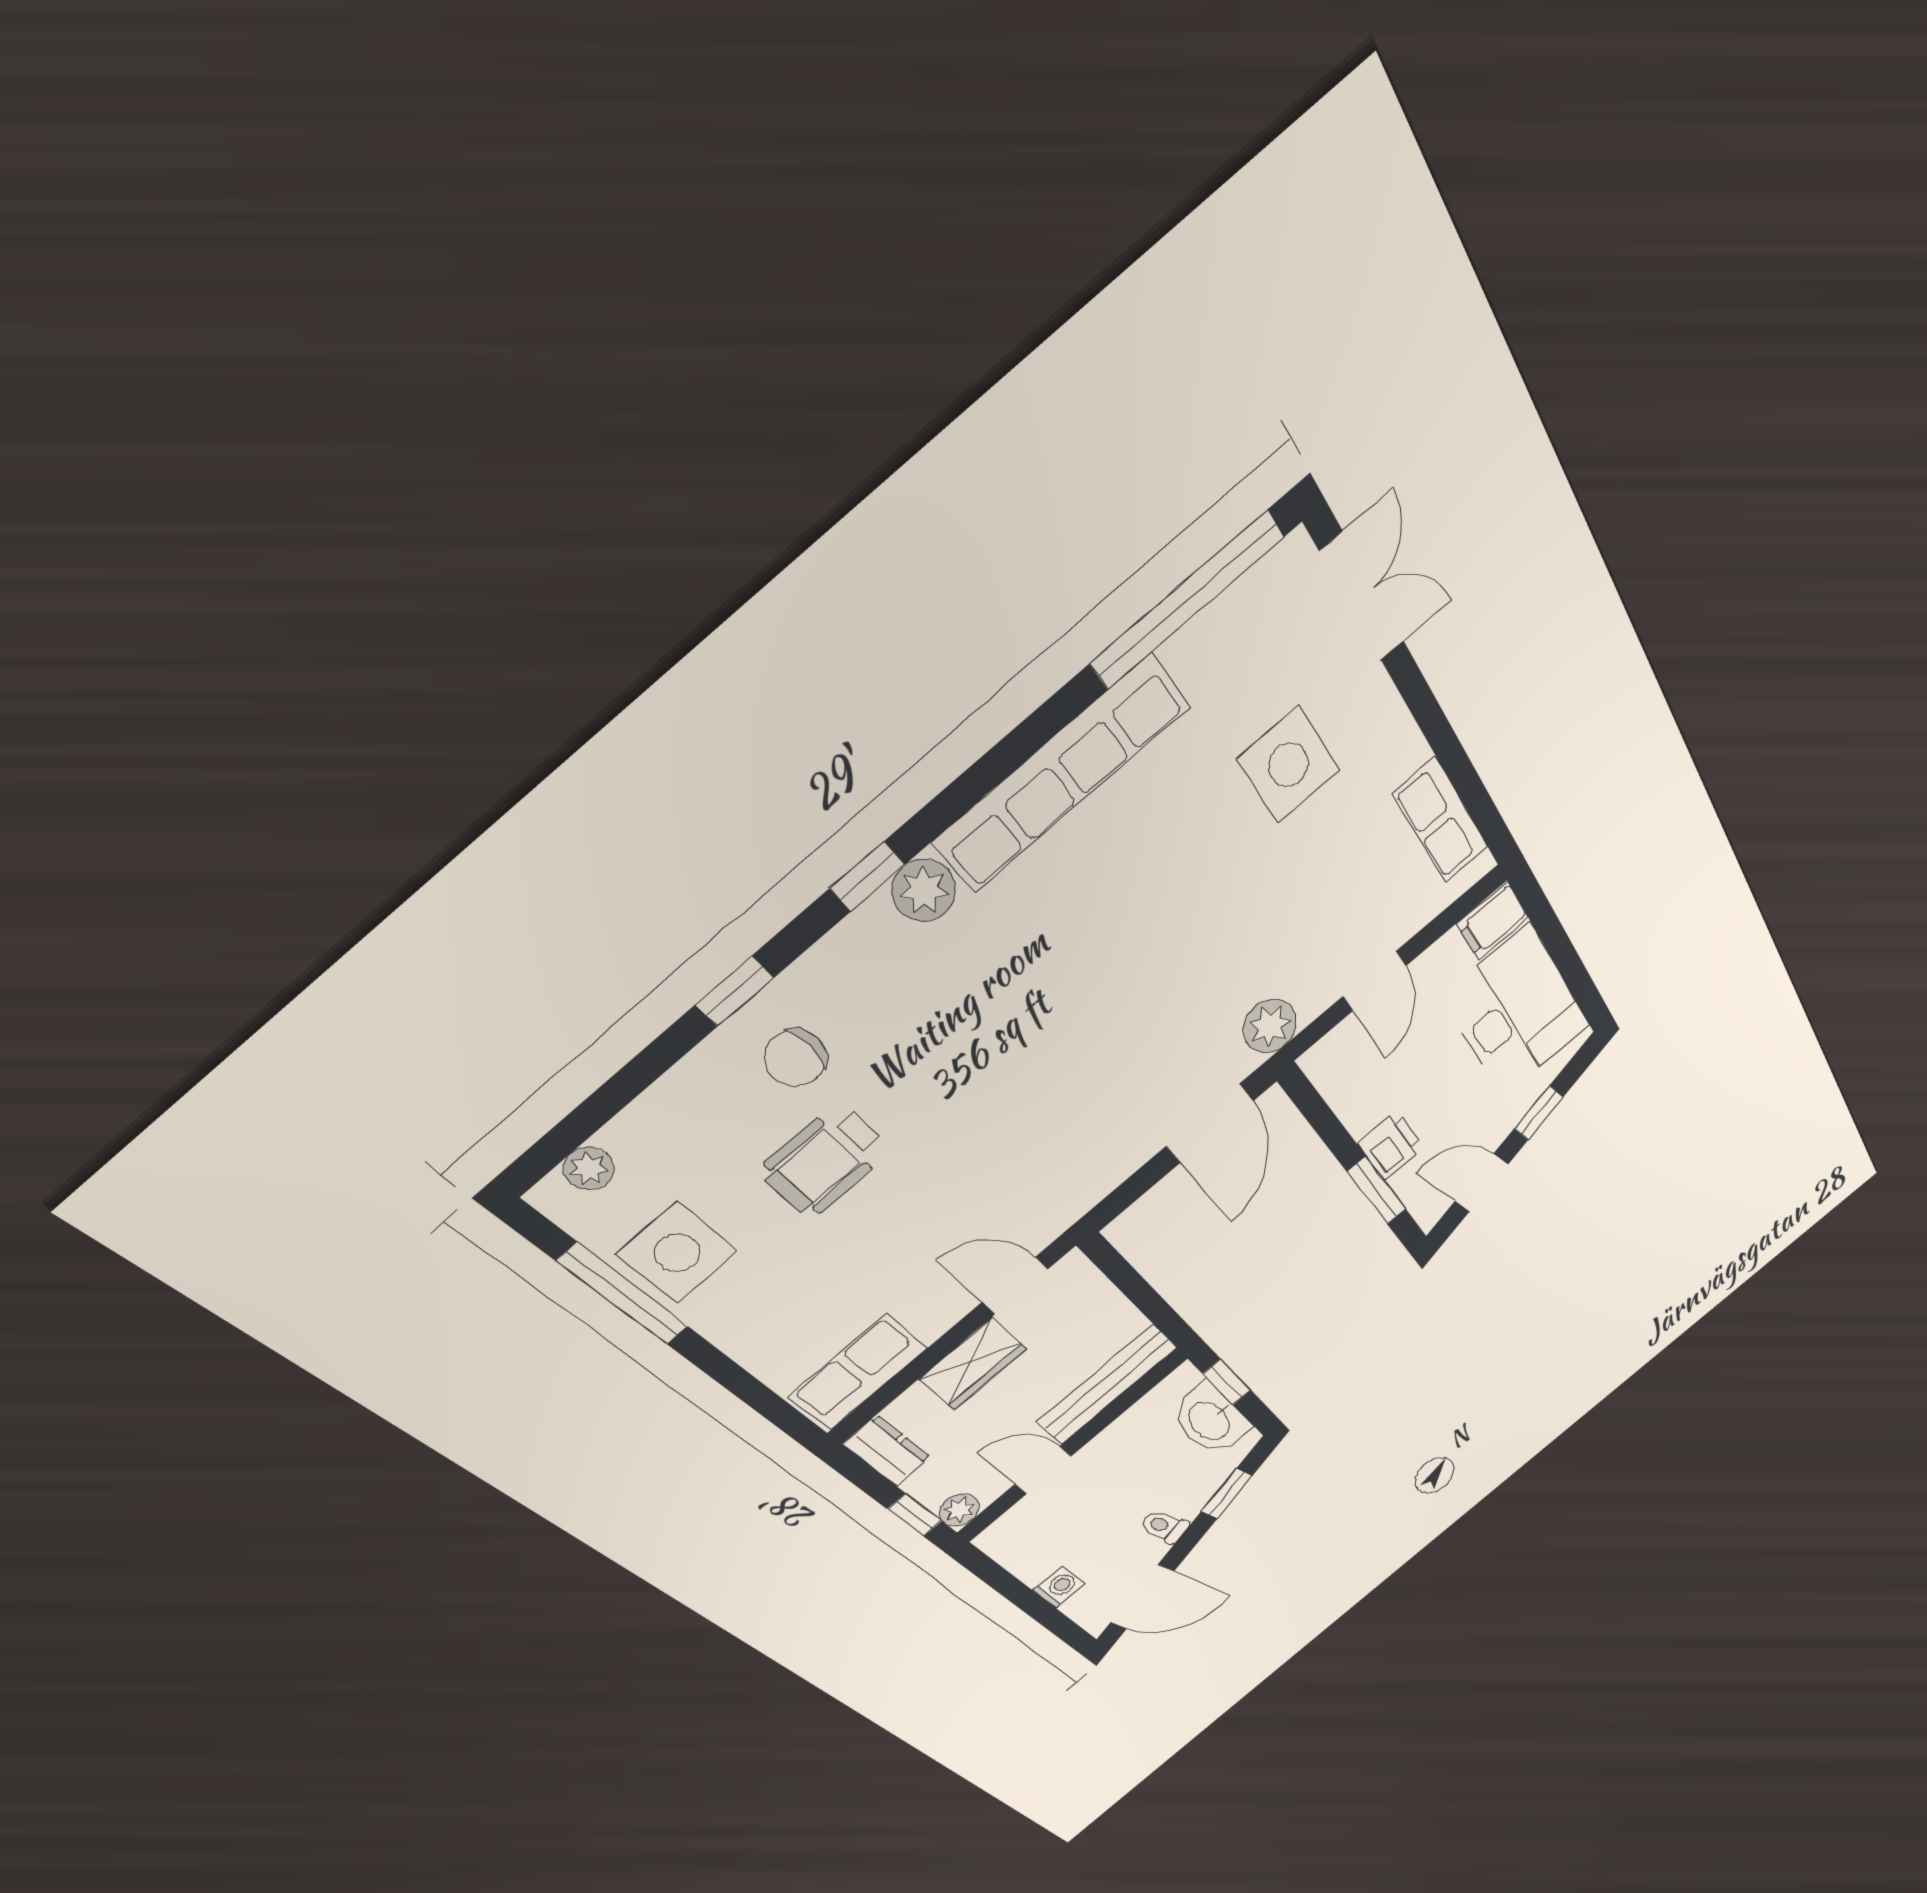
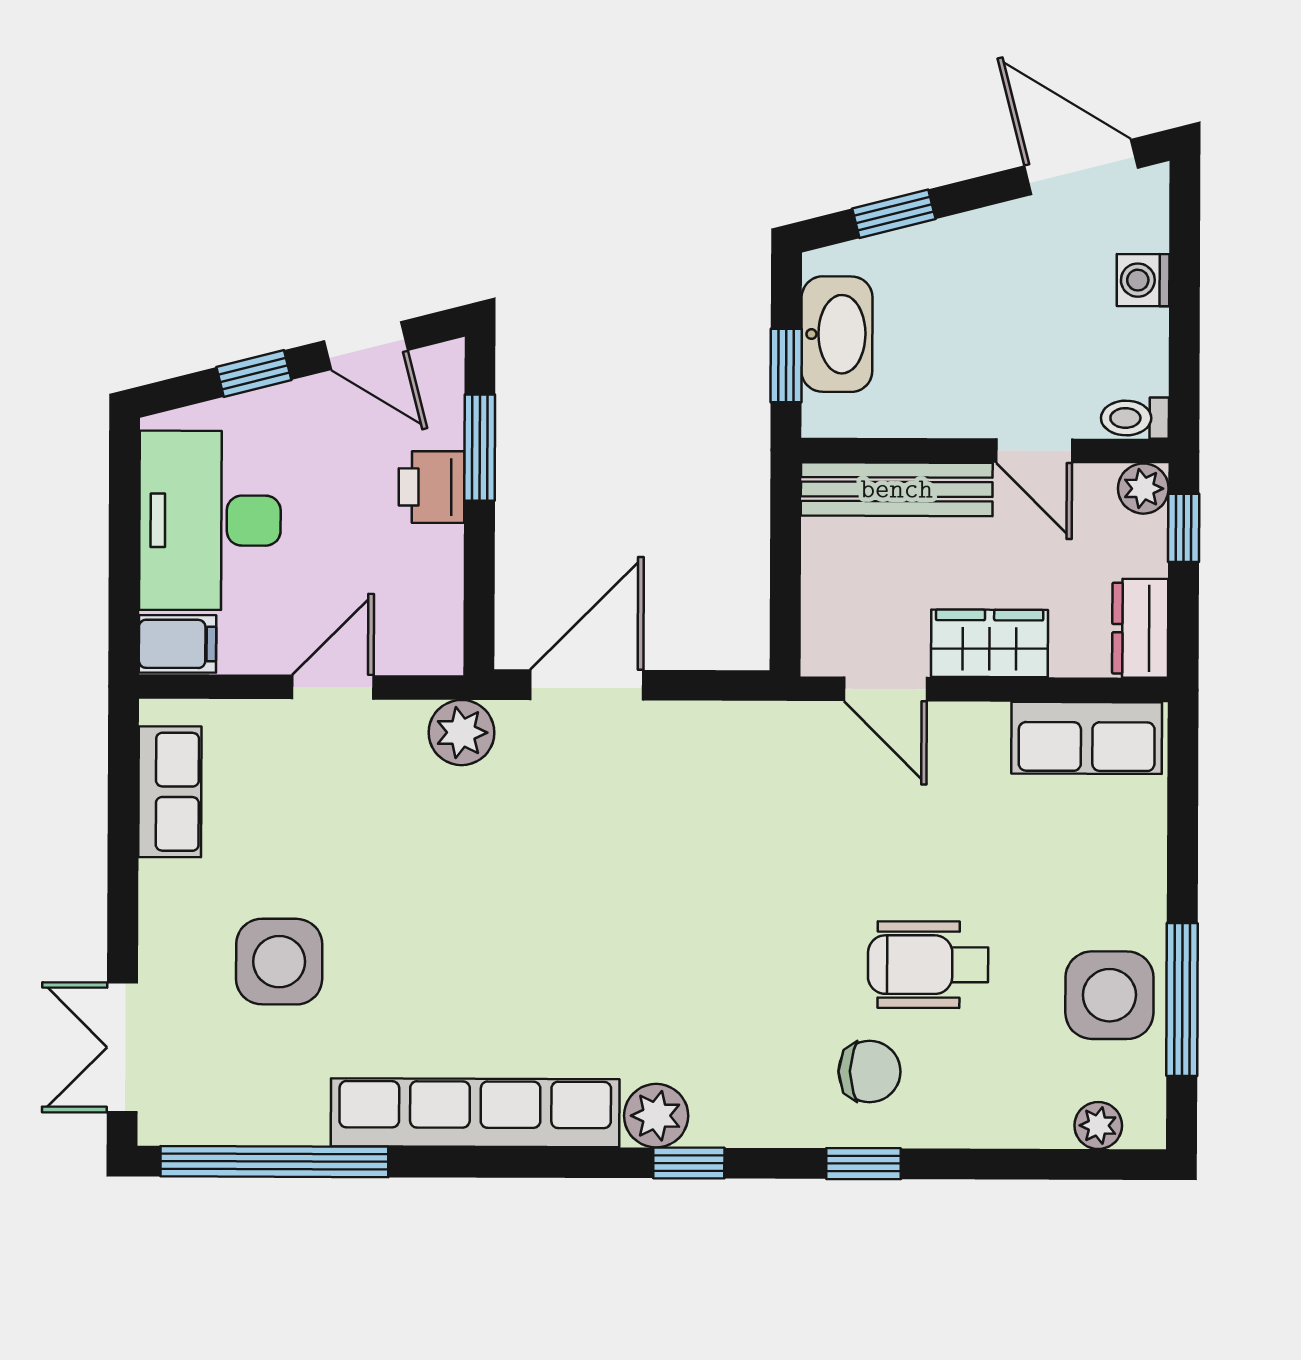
wheelchair: (825, 1161) -> (928, 965), turned 180
toilet: (1164, 1527) -> (1135, 418), moved, turned 104

